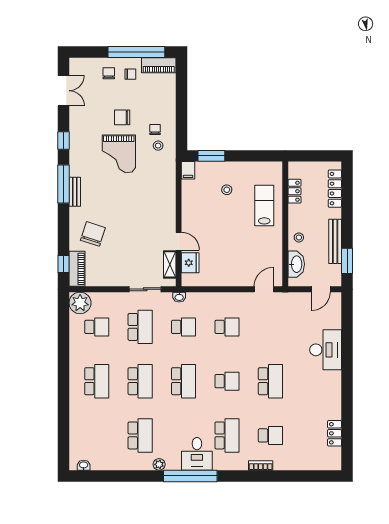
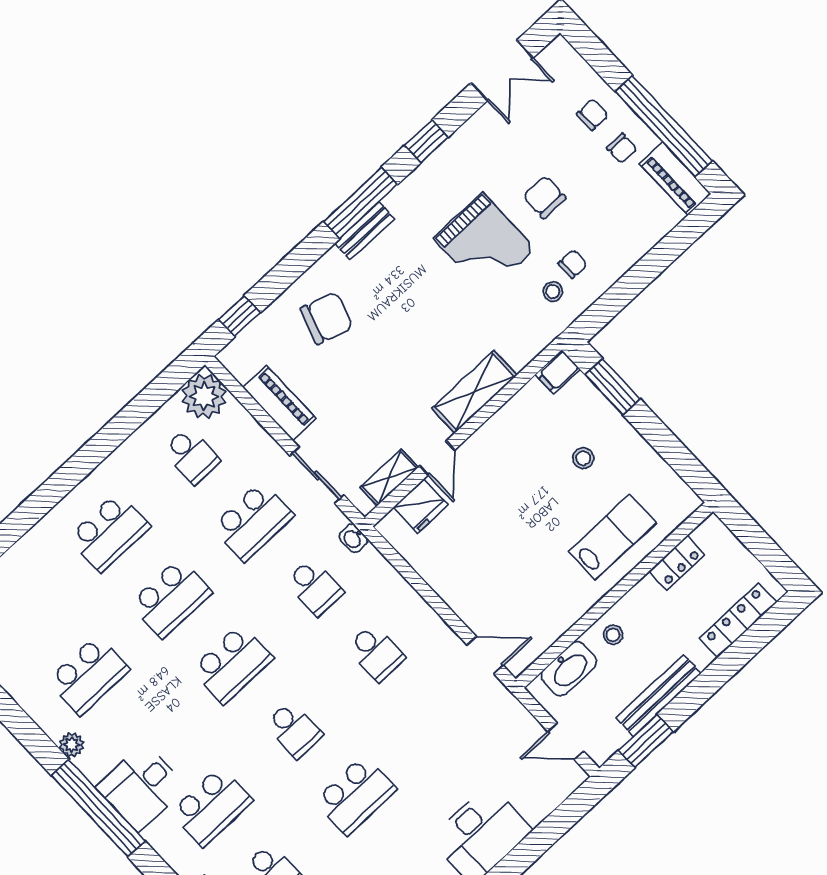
grand piano: (119, 154) -> (485, 244), turned -90
shelving: (168, 206) -> (474, 392), added
piano: (77, 269) -> (279, 403), moved, turned -90

